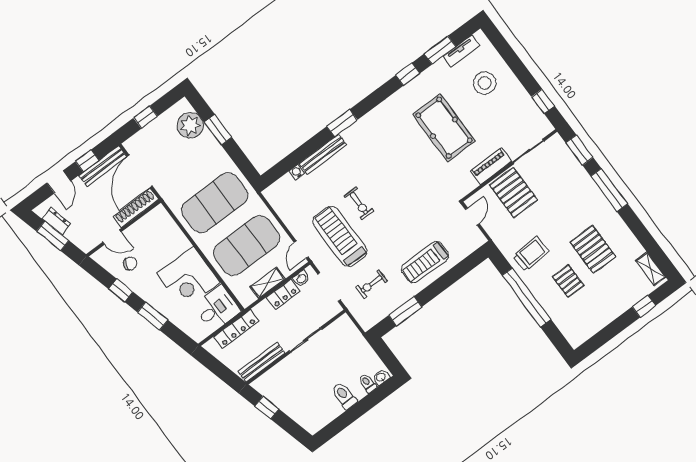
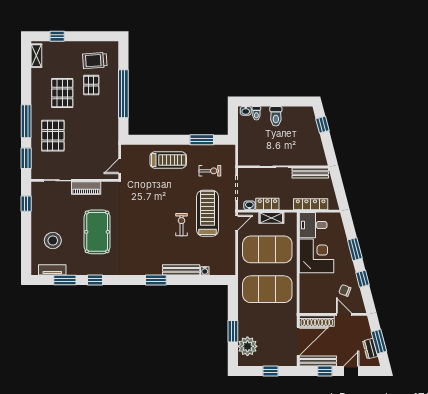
pallet: (514, 193) -> (53, 136), moved
treadmill: (340, 236) -> (208, 213), turned 180
trolley: (531, 254) -> (95, 61), moved
window: (267, 408) -> (322, 125), moved

